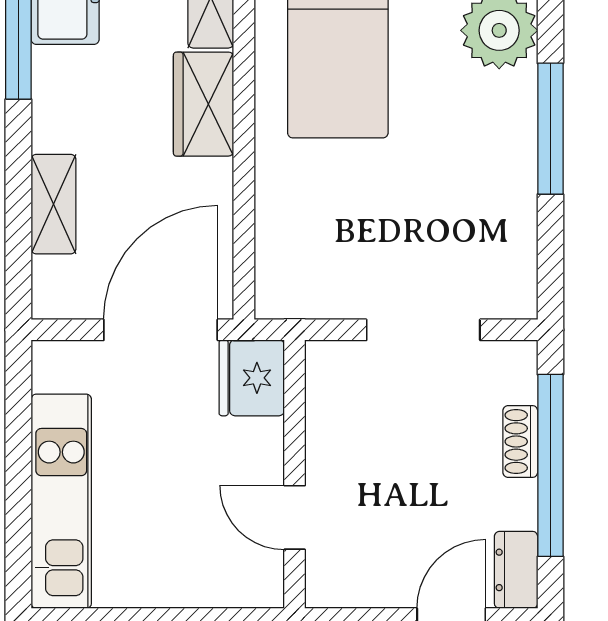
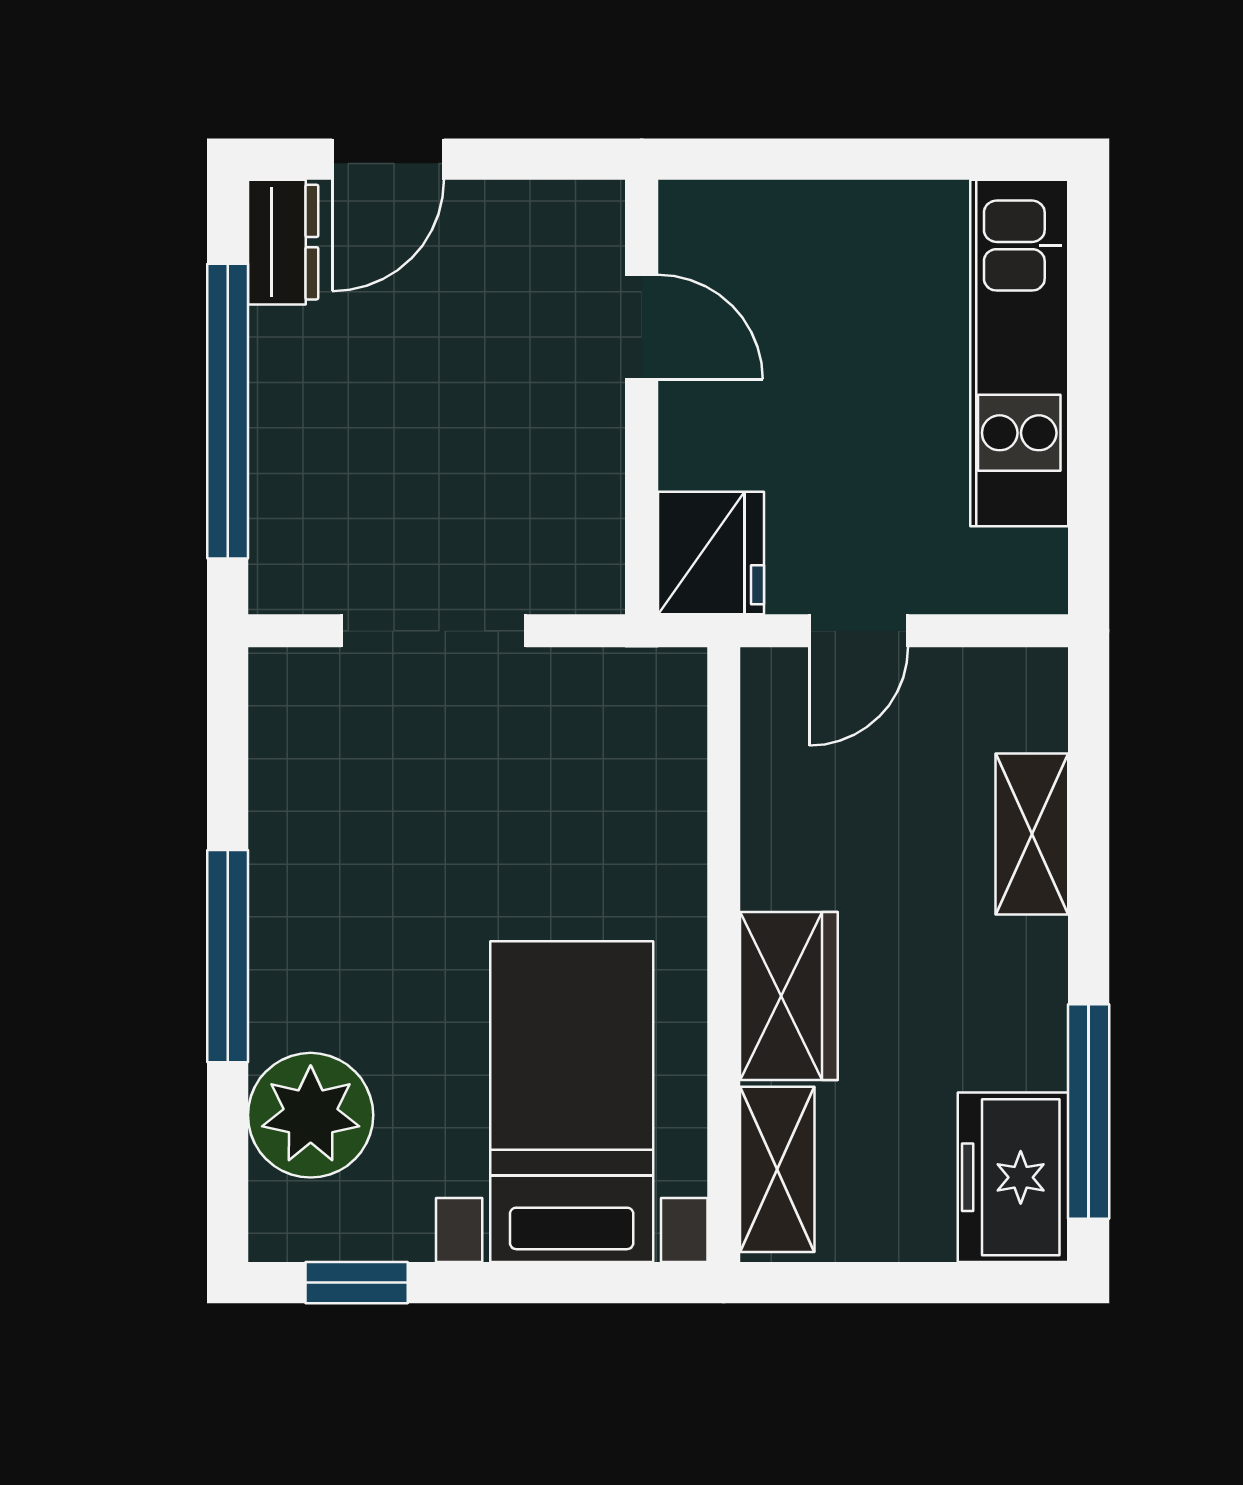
door: (161, 330) -> (859, 631), width x0.53
shoe rack: (520, 442) -> (276, 450), removed

